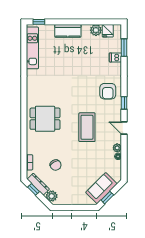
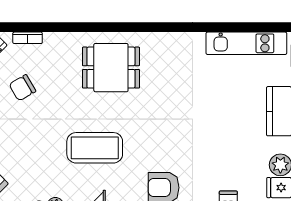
dining table: (45, 119) -> (111, 68), turned 90

